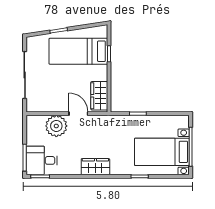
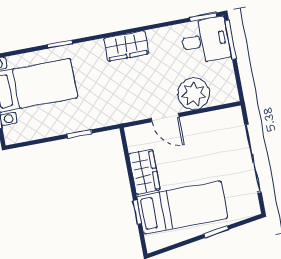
wardrobe: (99, 96) -> (144, 172), moved

